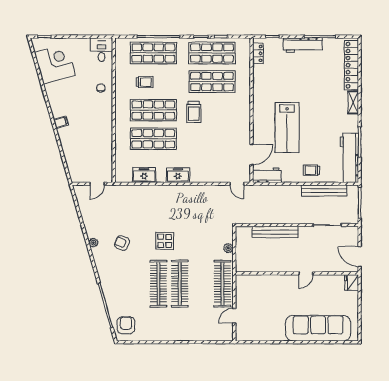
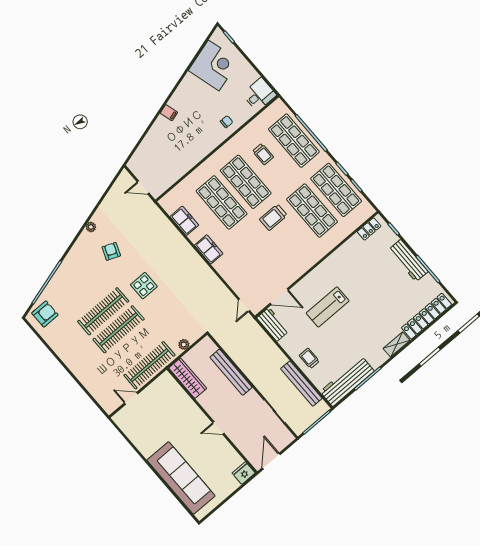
lab bench: (287, 127) -> (328, 307), width x0.73, depth x0.72
wardrobe: (254, 265) -> (188, 378), added

